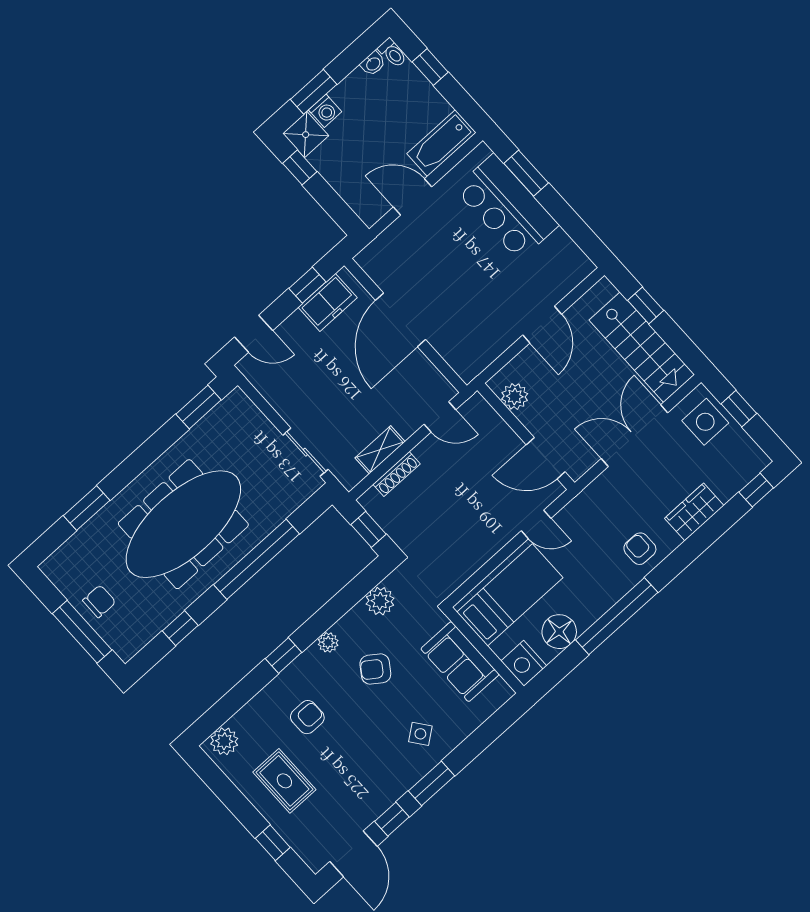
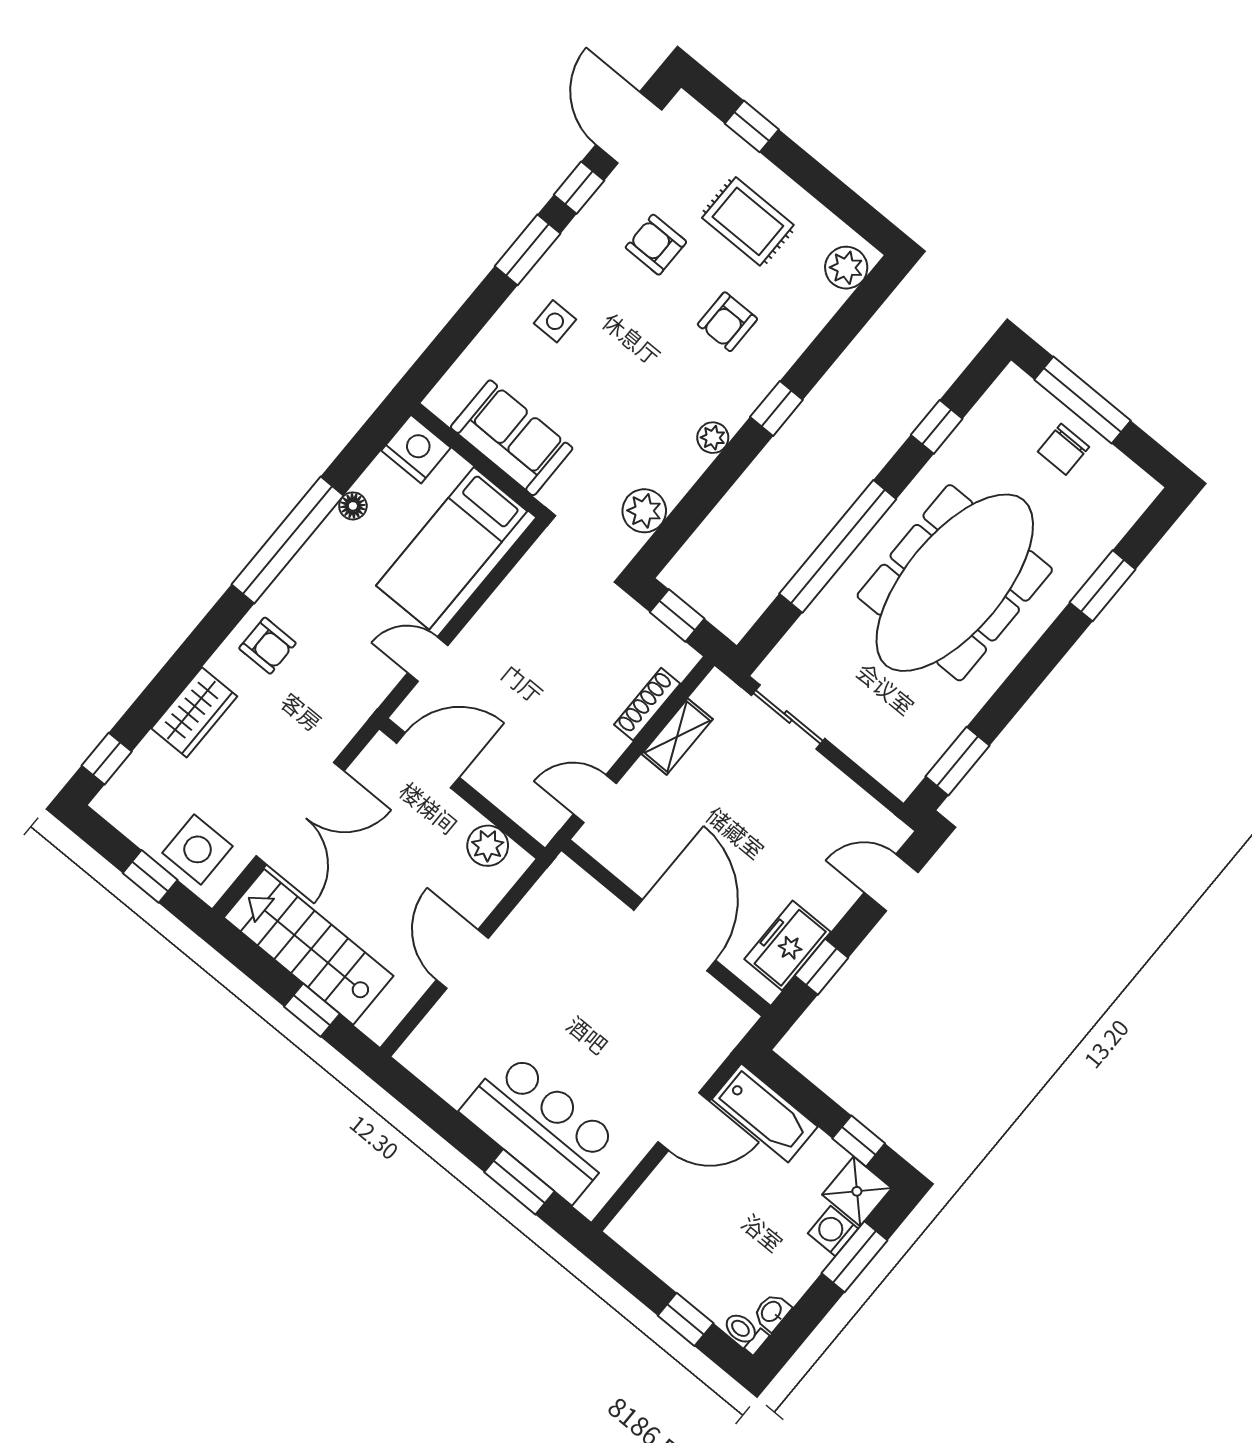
bathtub: (441, 143) -> (765, 1113), moved, turned 90
floor lamp: (559, 632) -> (353, 506), width x0.53, depth x0.53
armchair: (375, 669) -> (656, 245), moved, turned -125
side table: (420, 734) -> (555, 321), turned 37

